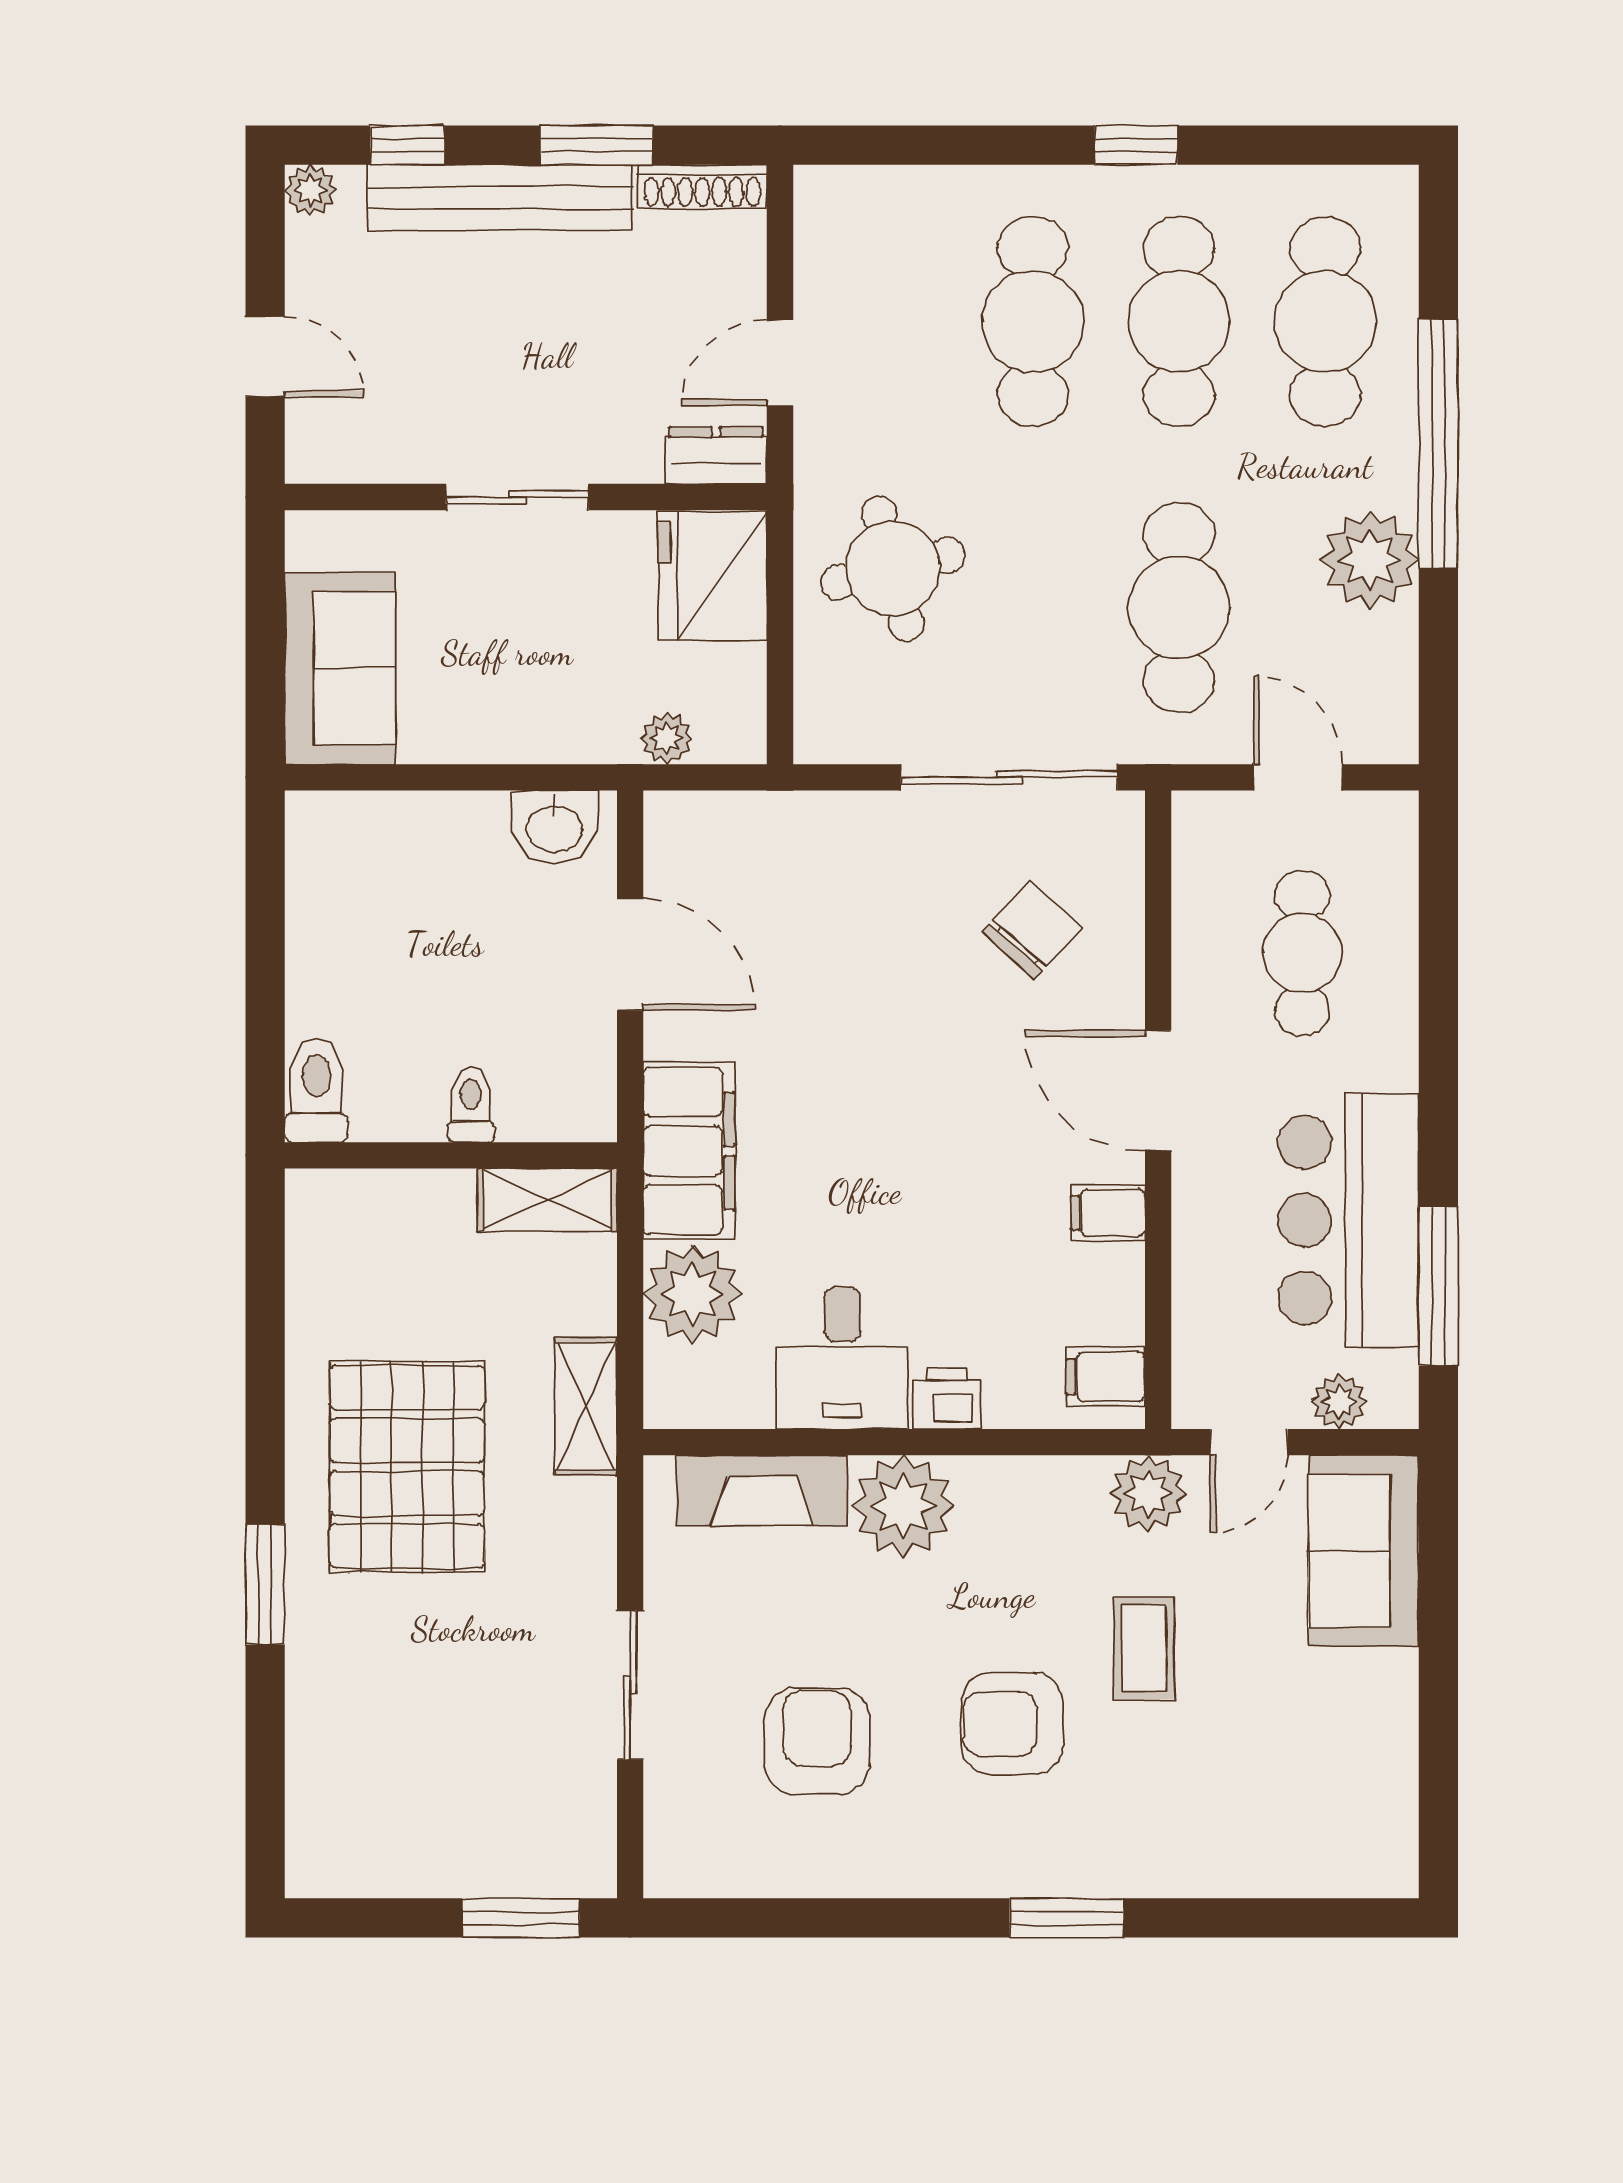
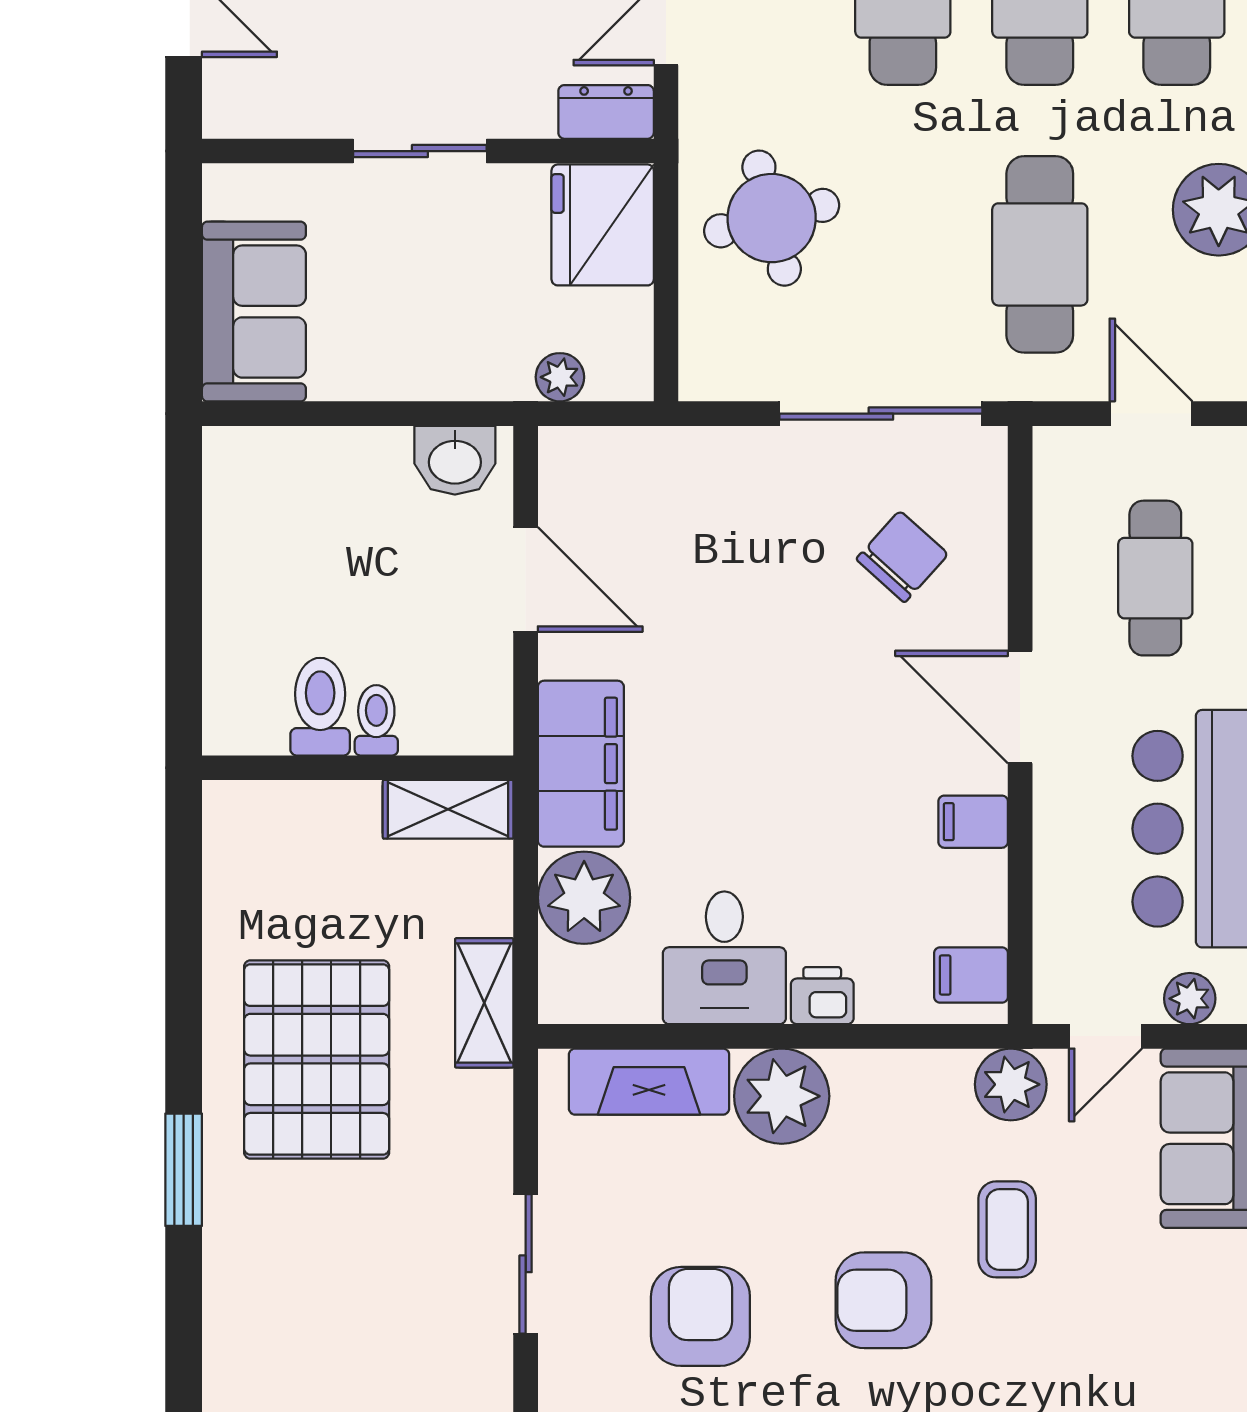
toilet: (316, 1090) -> (320, 707), moved

